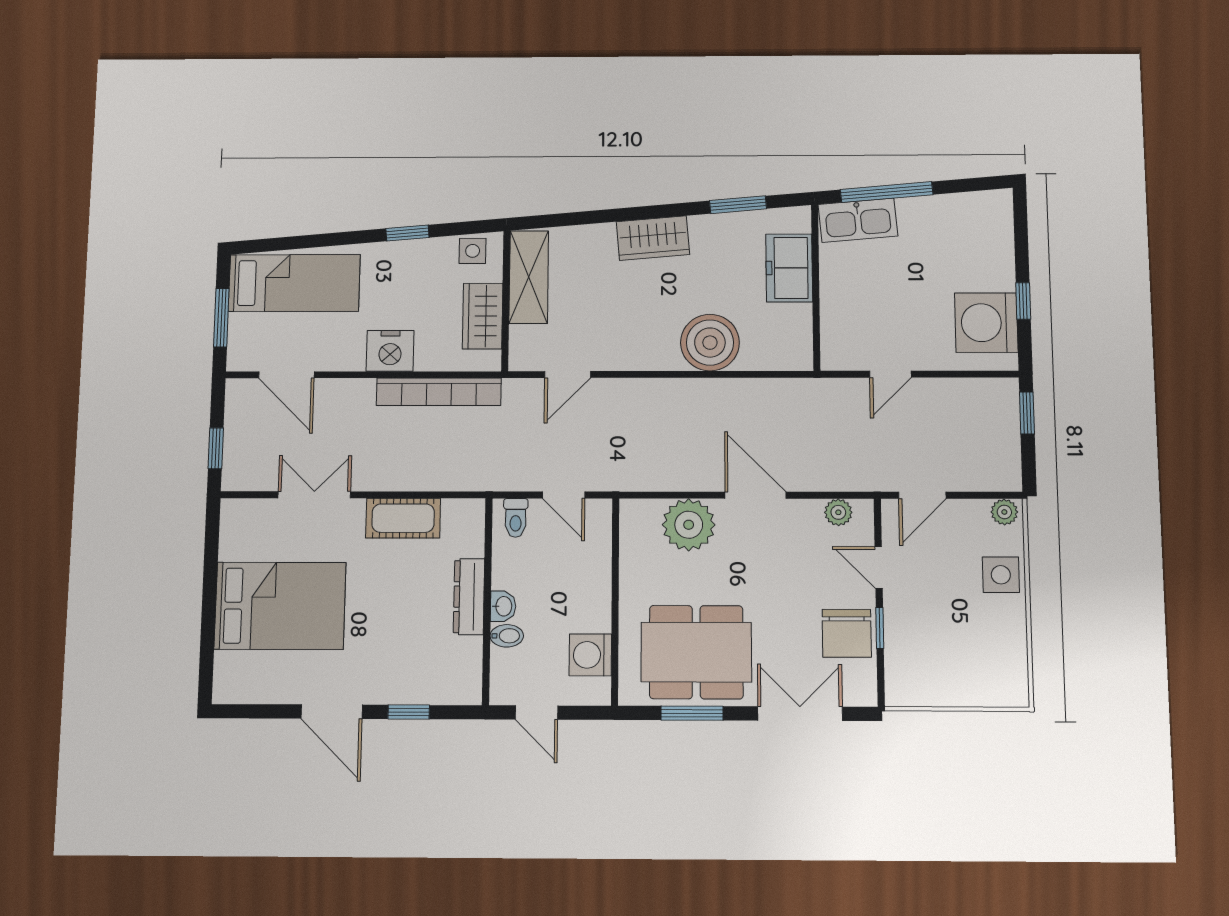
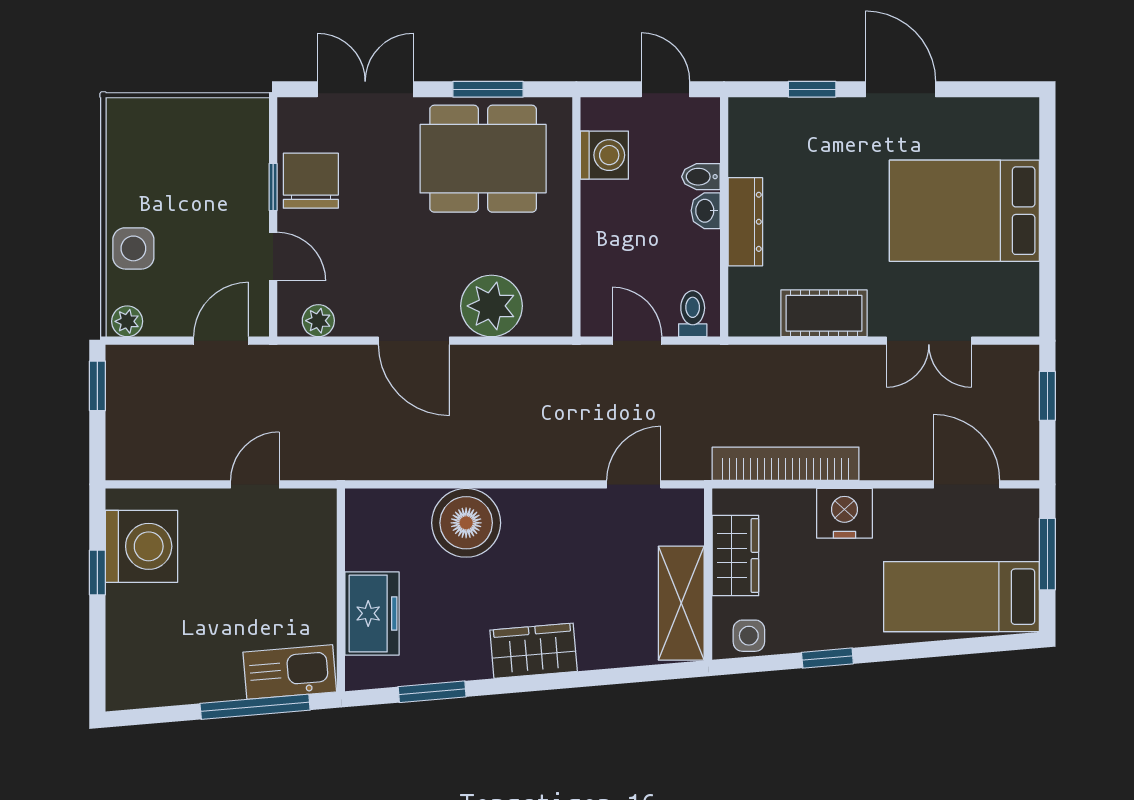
window: (1027, 413) -> (97, 386), moved
double door: (800, 714) -> (365, 89), swing flipped

